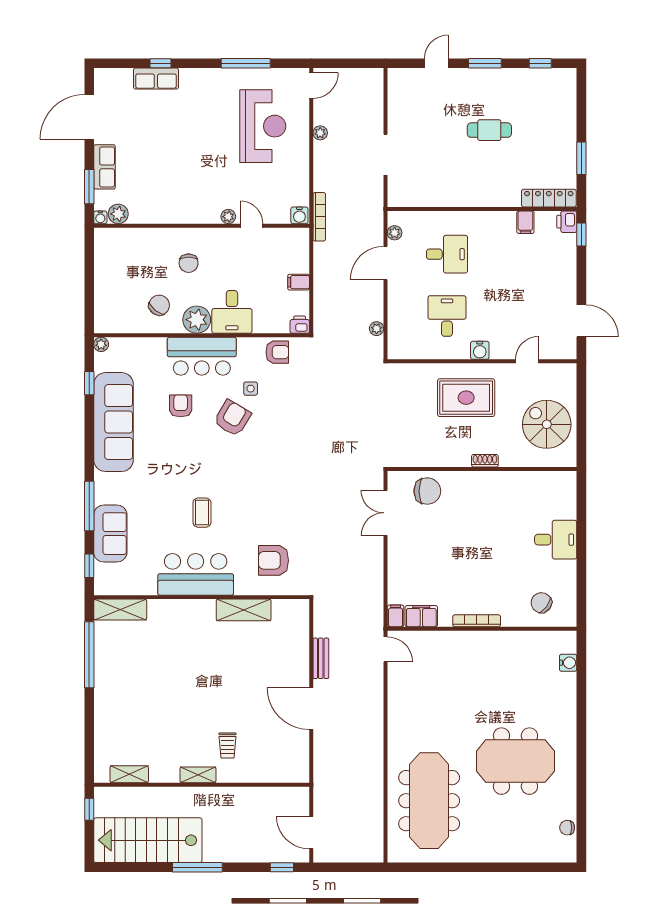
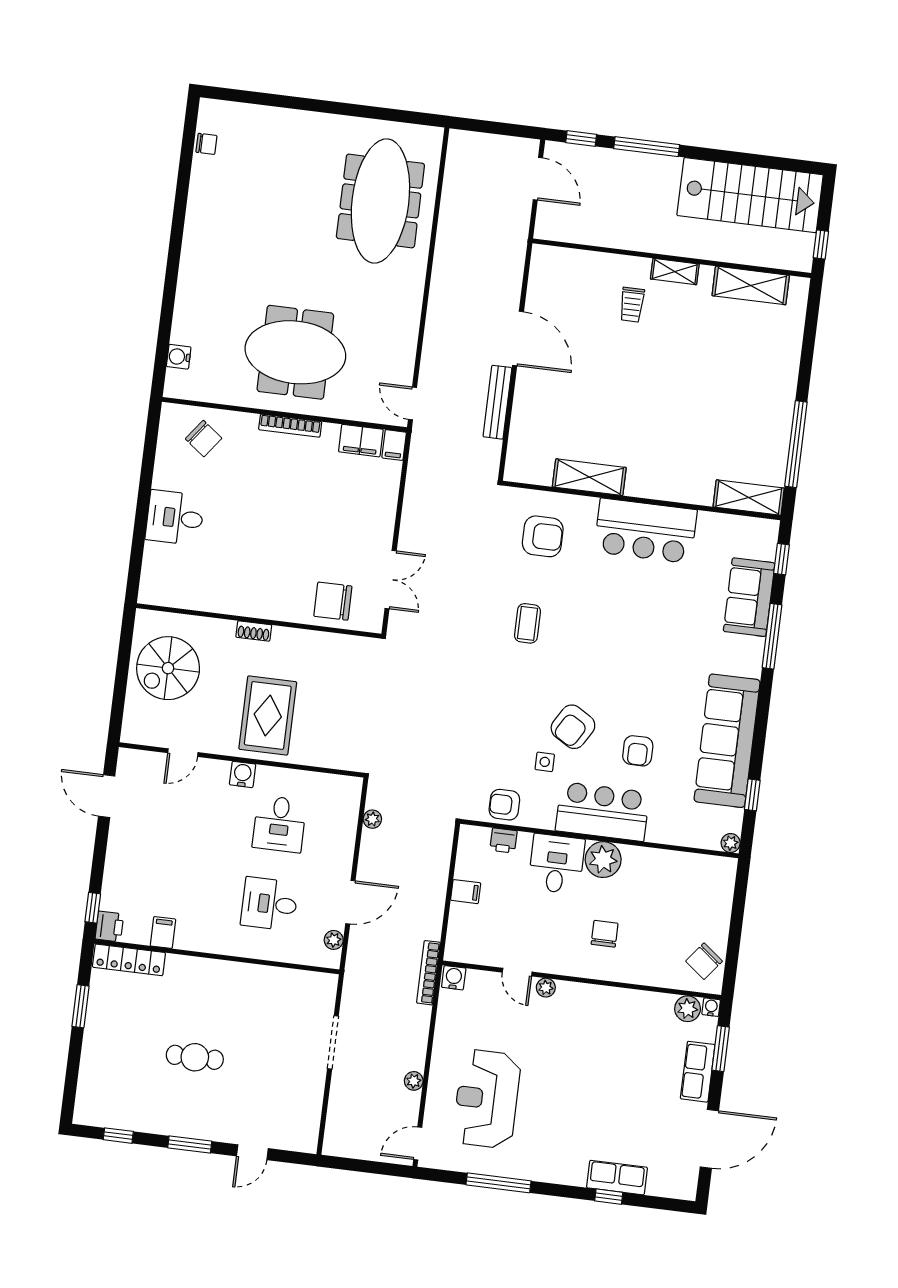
chair: (159, 305) -> (704, 961), moved
printer: (300, 325) -> (504, 841), moved
rug: (466, 398) -> (268, 715), turned 90
spiral stairs: (547, 424) -> (168, 668), turned 90
coffee table: (202, 513) -> (528, 623), moved
bench: (321, 658) -> (497, 402), width x1.36
trolley: (227, 745) -> (632, 305), turned 180
meeting table: (515, 761) -> (295, 352), moved
shelving: (129, 774) -> (751, 285), width x1.50, depth x1.33
window: (197, 867) -> (647, 147), moved

